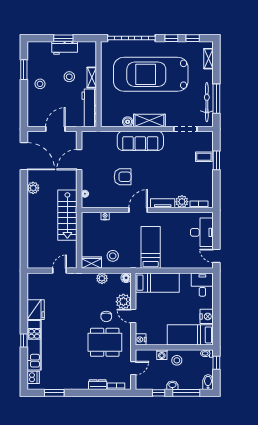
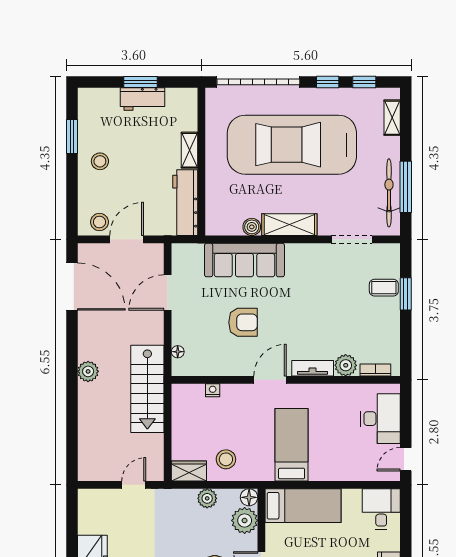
stool: (69, 77) -> (99, 222), moved
sofa: (140, 141) -> (244, 260), moved
plant: (33, 188) -> (88, 371), moved
door: (216, 256) -> (406, 459), hinge flipped
plant: (123, 302) -> (245, 520), moved

